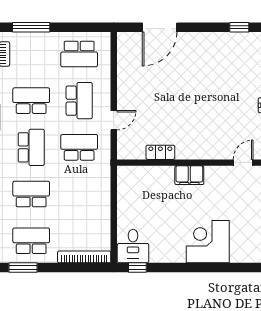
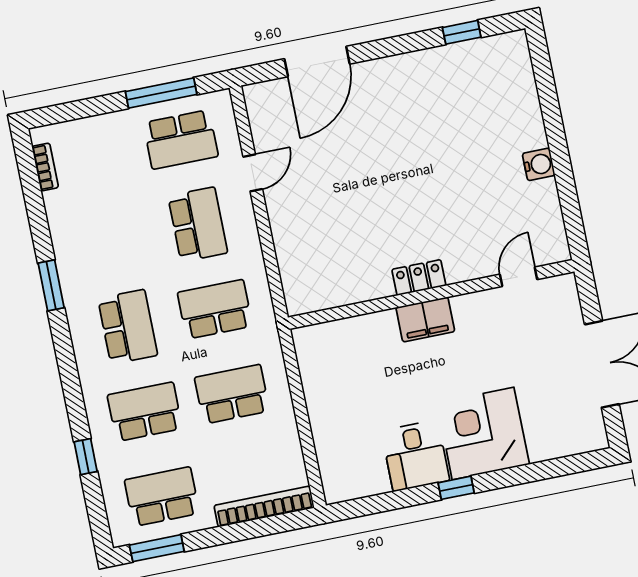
window: (31, 27) -> (161, 93), moved
school desk: (31, 101) -> (232, 394), moved
door: (114, 120) -> (253, 173), moved
locker: (160, 152) -> (419, 278), moved
desk: (133, 246) -> (415, 456), moved
window: (137, 267) -> (456, 488), moved

